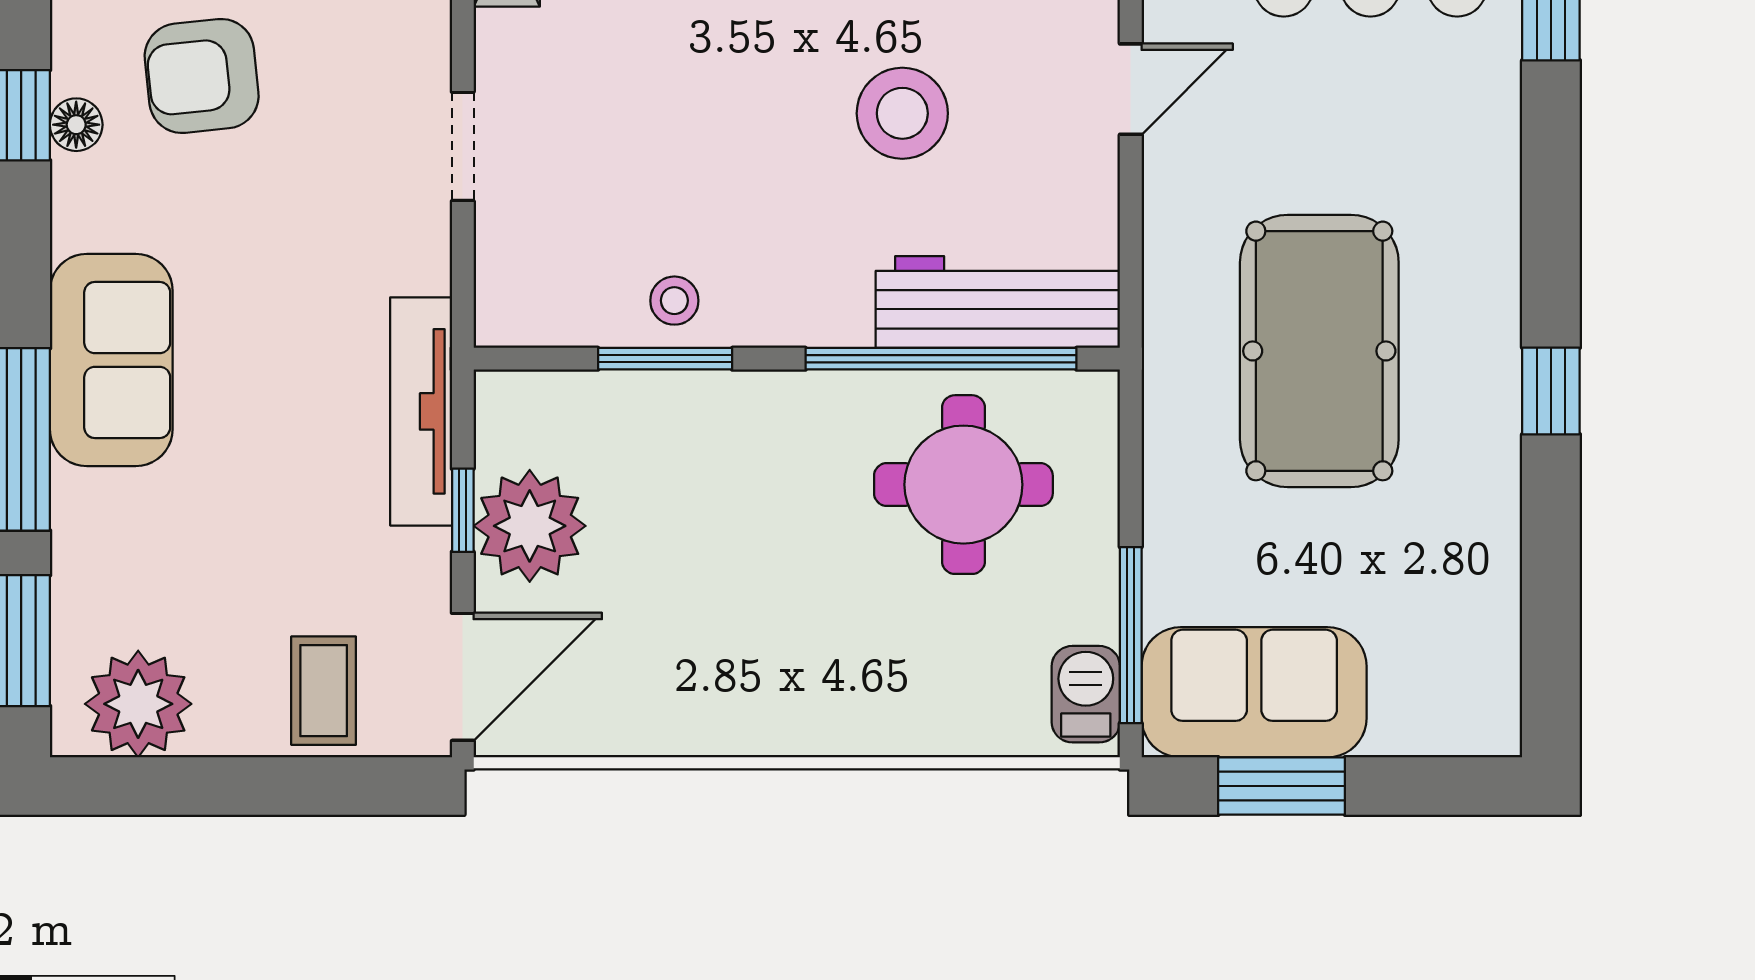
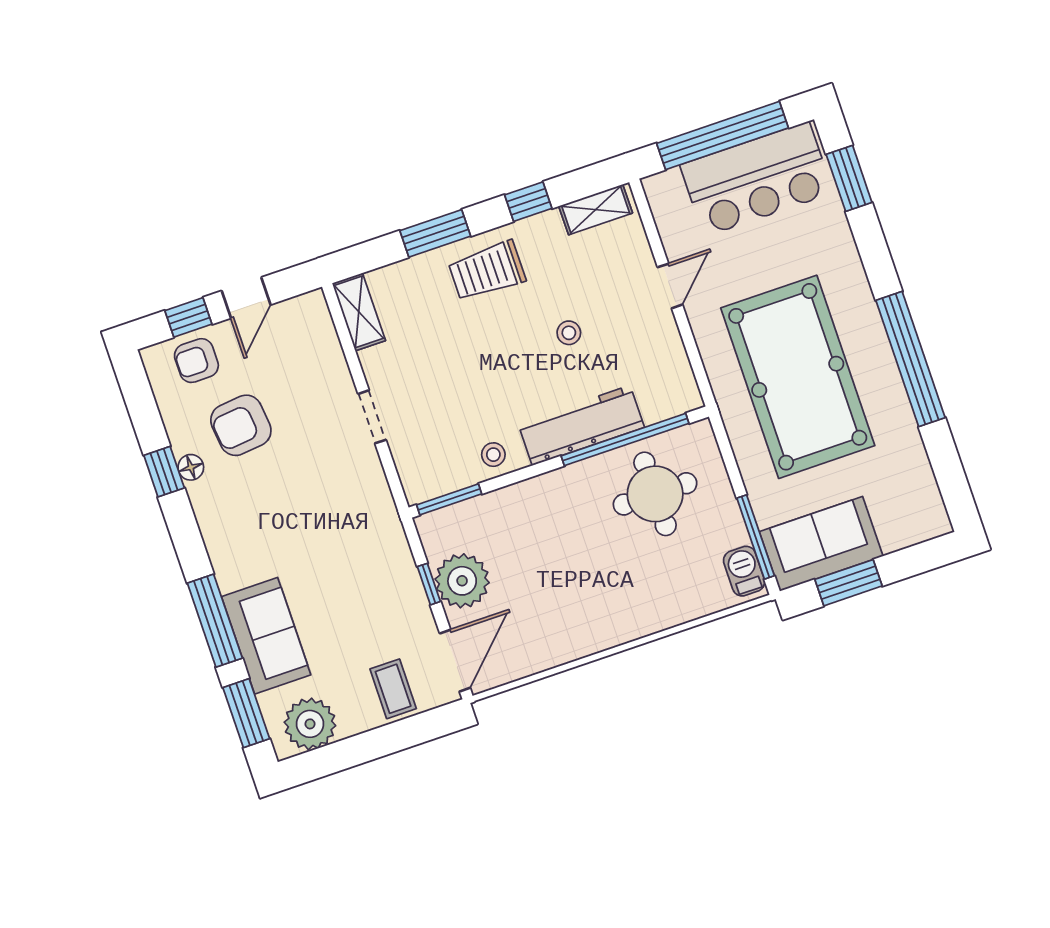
stool: (902, 113) -> (569, 333), width x0.53, depth x0.53
workbench: (998, 302) -> (581, 425), moved
pool table: (1319, 351) -> (798, 377), width x1.36, depth x1.32
window: (665, 359) -> (449, 499), moved
sofa: (111, 360) -> (266, 636), moved
window: (1551, 391) -> (910, 359), width x3.17
tv unit: (421, 411) -> (394, 545), removed

